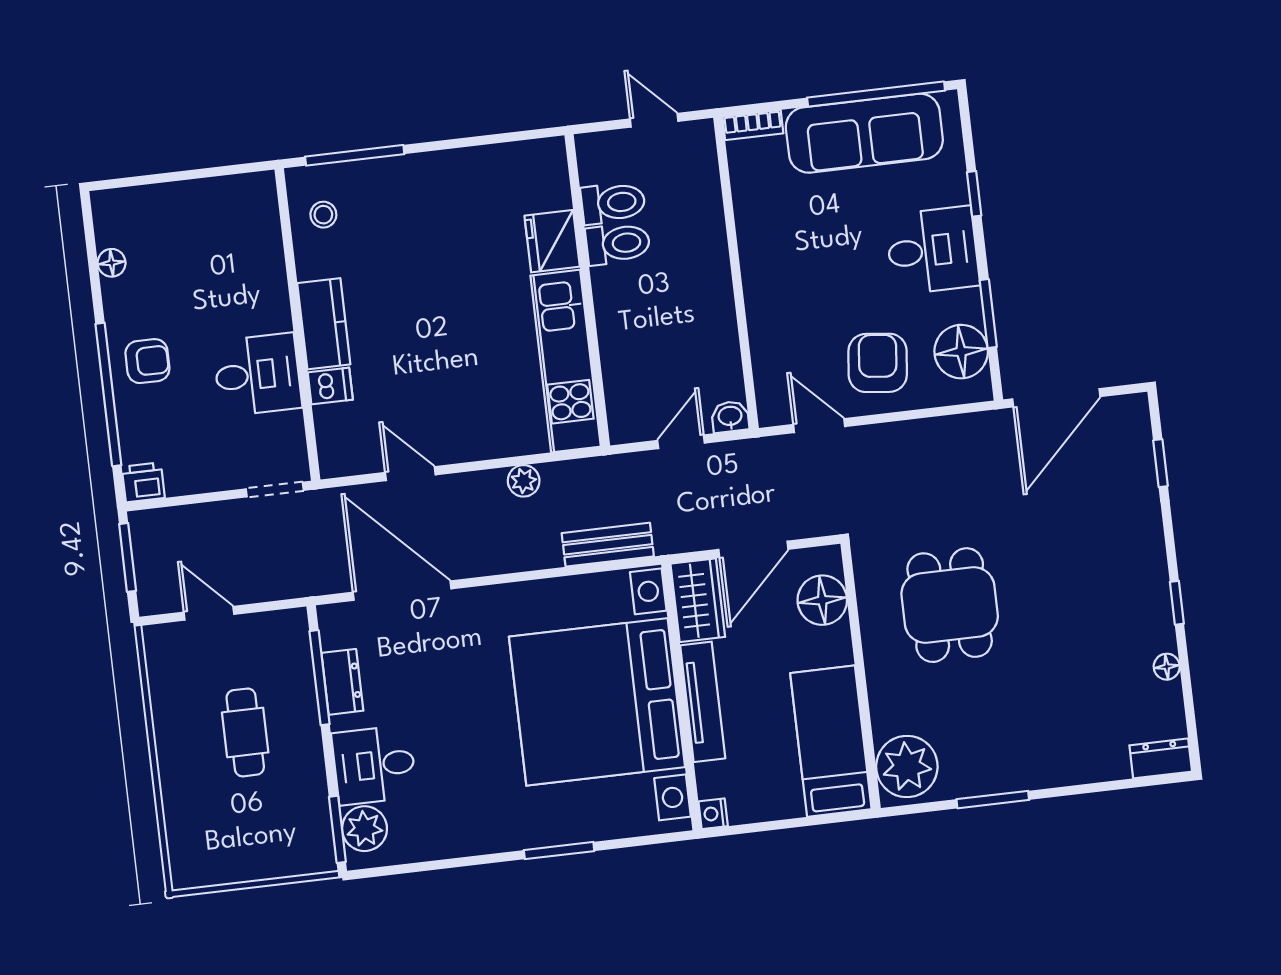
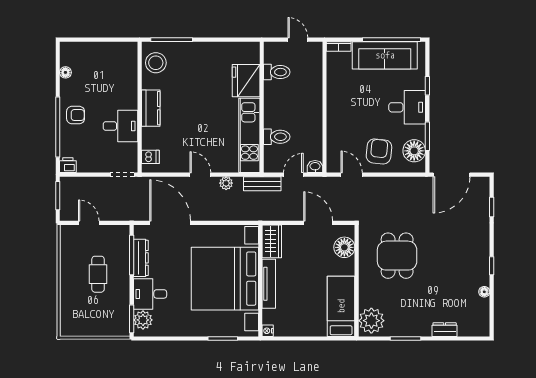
stool: (323, 215) -> (156, 63), width x1.89, depth x1.89
fridge: (552, 241) -> (246, 81), width x1.36, depth x1.34
toilet: (618, 244) -> (277, 137), moved
dishwasher: (330, 386) -> (150, 157), moved
door: (410, 474) -> (200, 175), moved
bench: (608, 545) -> (262, 184), moved
door: (753, 549) -> (318, 223), swing flipped
wardrobe: (698, 600) -> (272, 241), moved
dresser: (342, 682) -> (141, 258), width x1.44
wall: (681, 697) -> (260, 281), moved
bed with nightstands: (597, 702) -> (225, 279), moved
tv unit: (703, 702) -> (269, 284), moved
dresser: (1161, 758) -> (445, 330), moved
nightstand: (713, 814) -> (268, 331), moved

